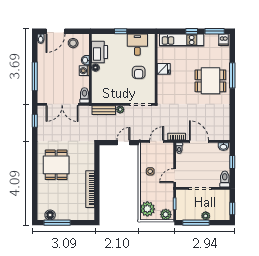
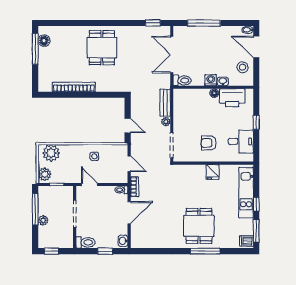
dining table: (56, 165) -> (102, 48), turned 90

